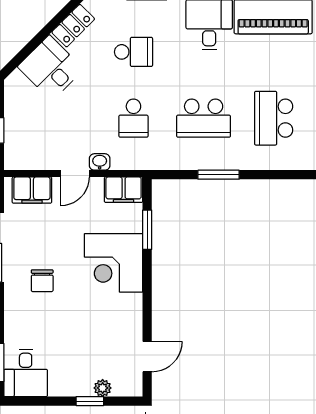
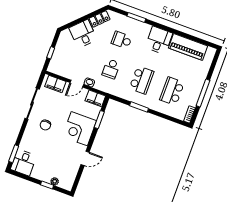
school desk: (133, 52) -> (122, 40), turned 180
school desk: (204, 118) -> (142, 80), turned -90
door: (147, 357) -> (85, 158), moved

